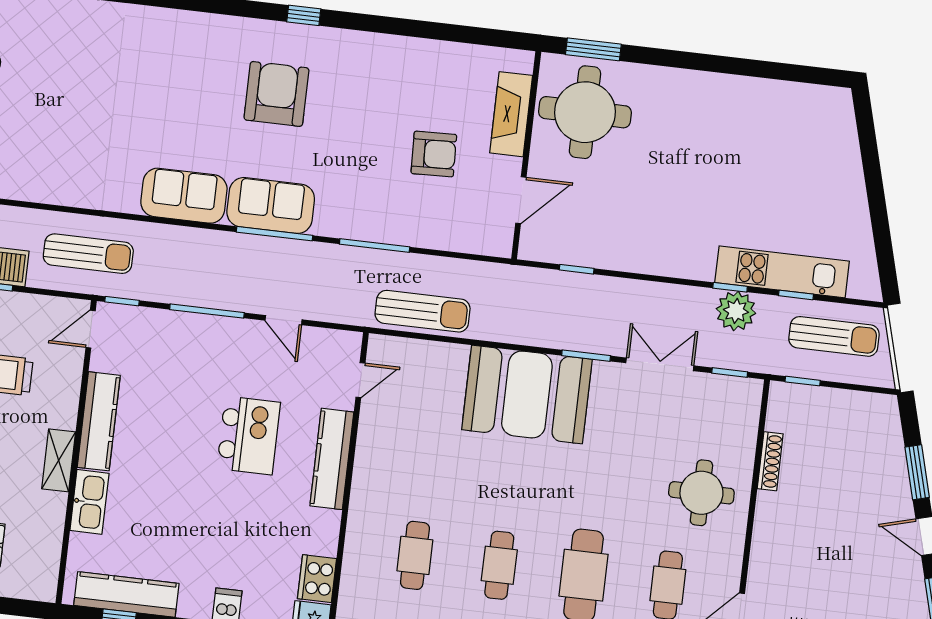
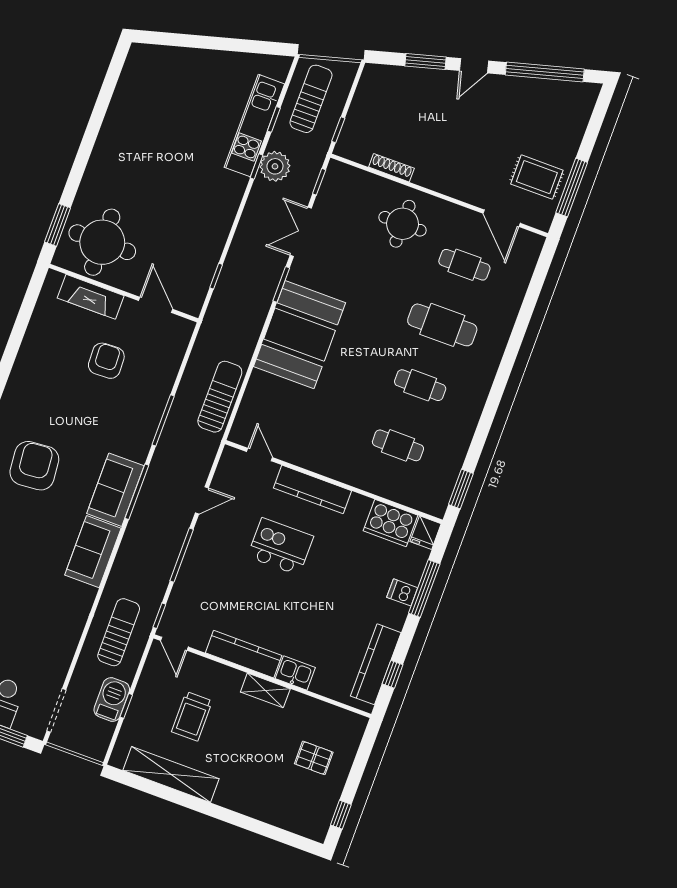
armchair: (276, 94) -> (34, 466), turned 85
kitchen sink: (89, 502) -> (295, 673), width x0.73
cooker: (317, 579) -> (391, 523), width x1.37, depth x1.31

